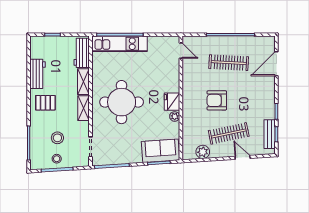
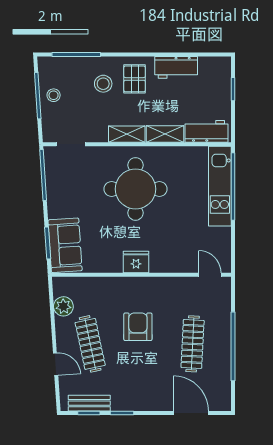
door: (181, 51) -> (210, 275), swing flipped
plant: (175, 116) -> (115, 266), removed
stool: (57, 138) -> (103, 84), moved
door: (243, 157) -> (56, 364), hinge flipped

